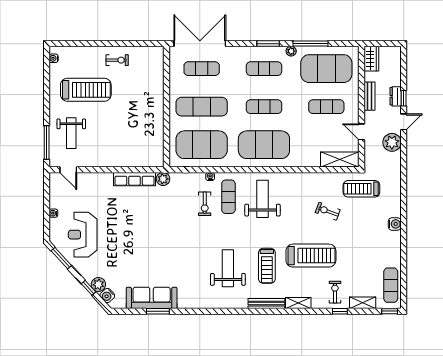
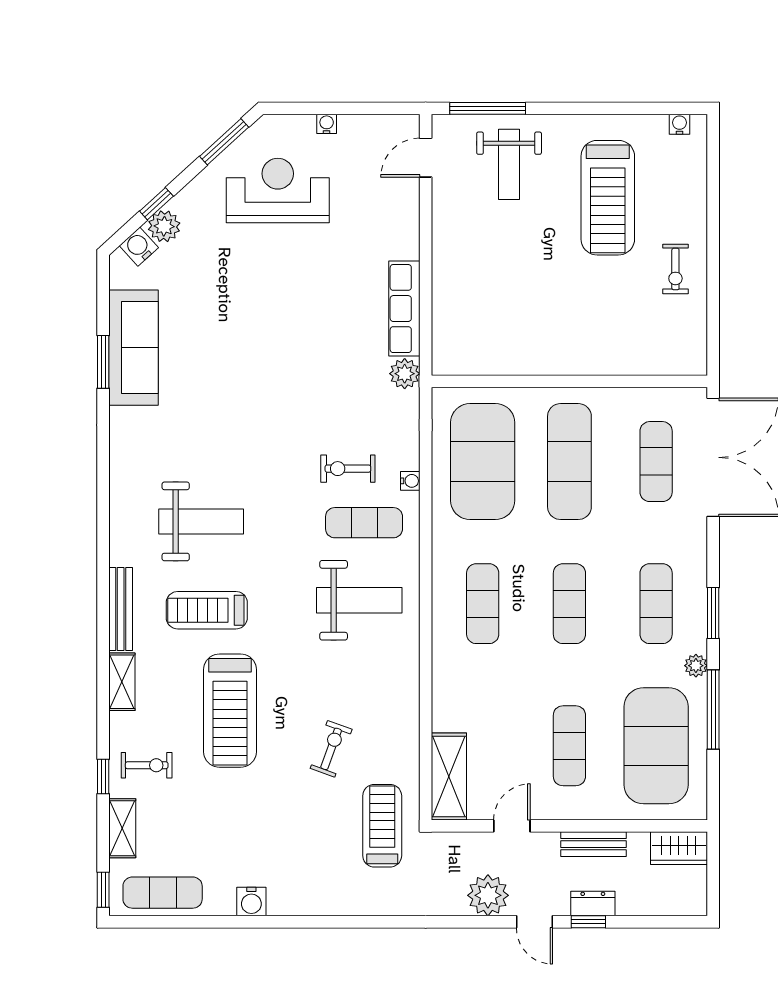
weight bench: (71, 133) -> (509, 164), turned -90
exercise mat: (264, 145) -> (483, 604), width x0.50, depth x0.69
water cooler: (395, 224) -> (251, 901), moved

